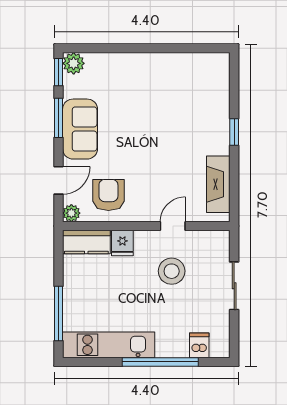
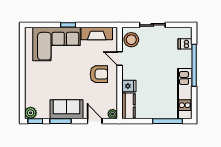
corner sofa: (199, 111) -> (57, 44), added
armchair: (108, 195) -> (99, 74), moved, turned 180
stool: (172, 271) -> (131, 40), moved

